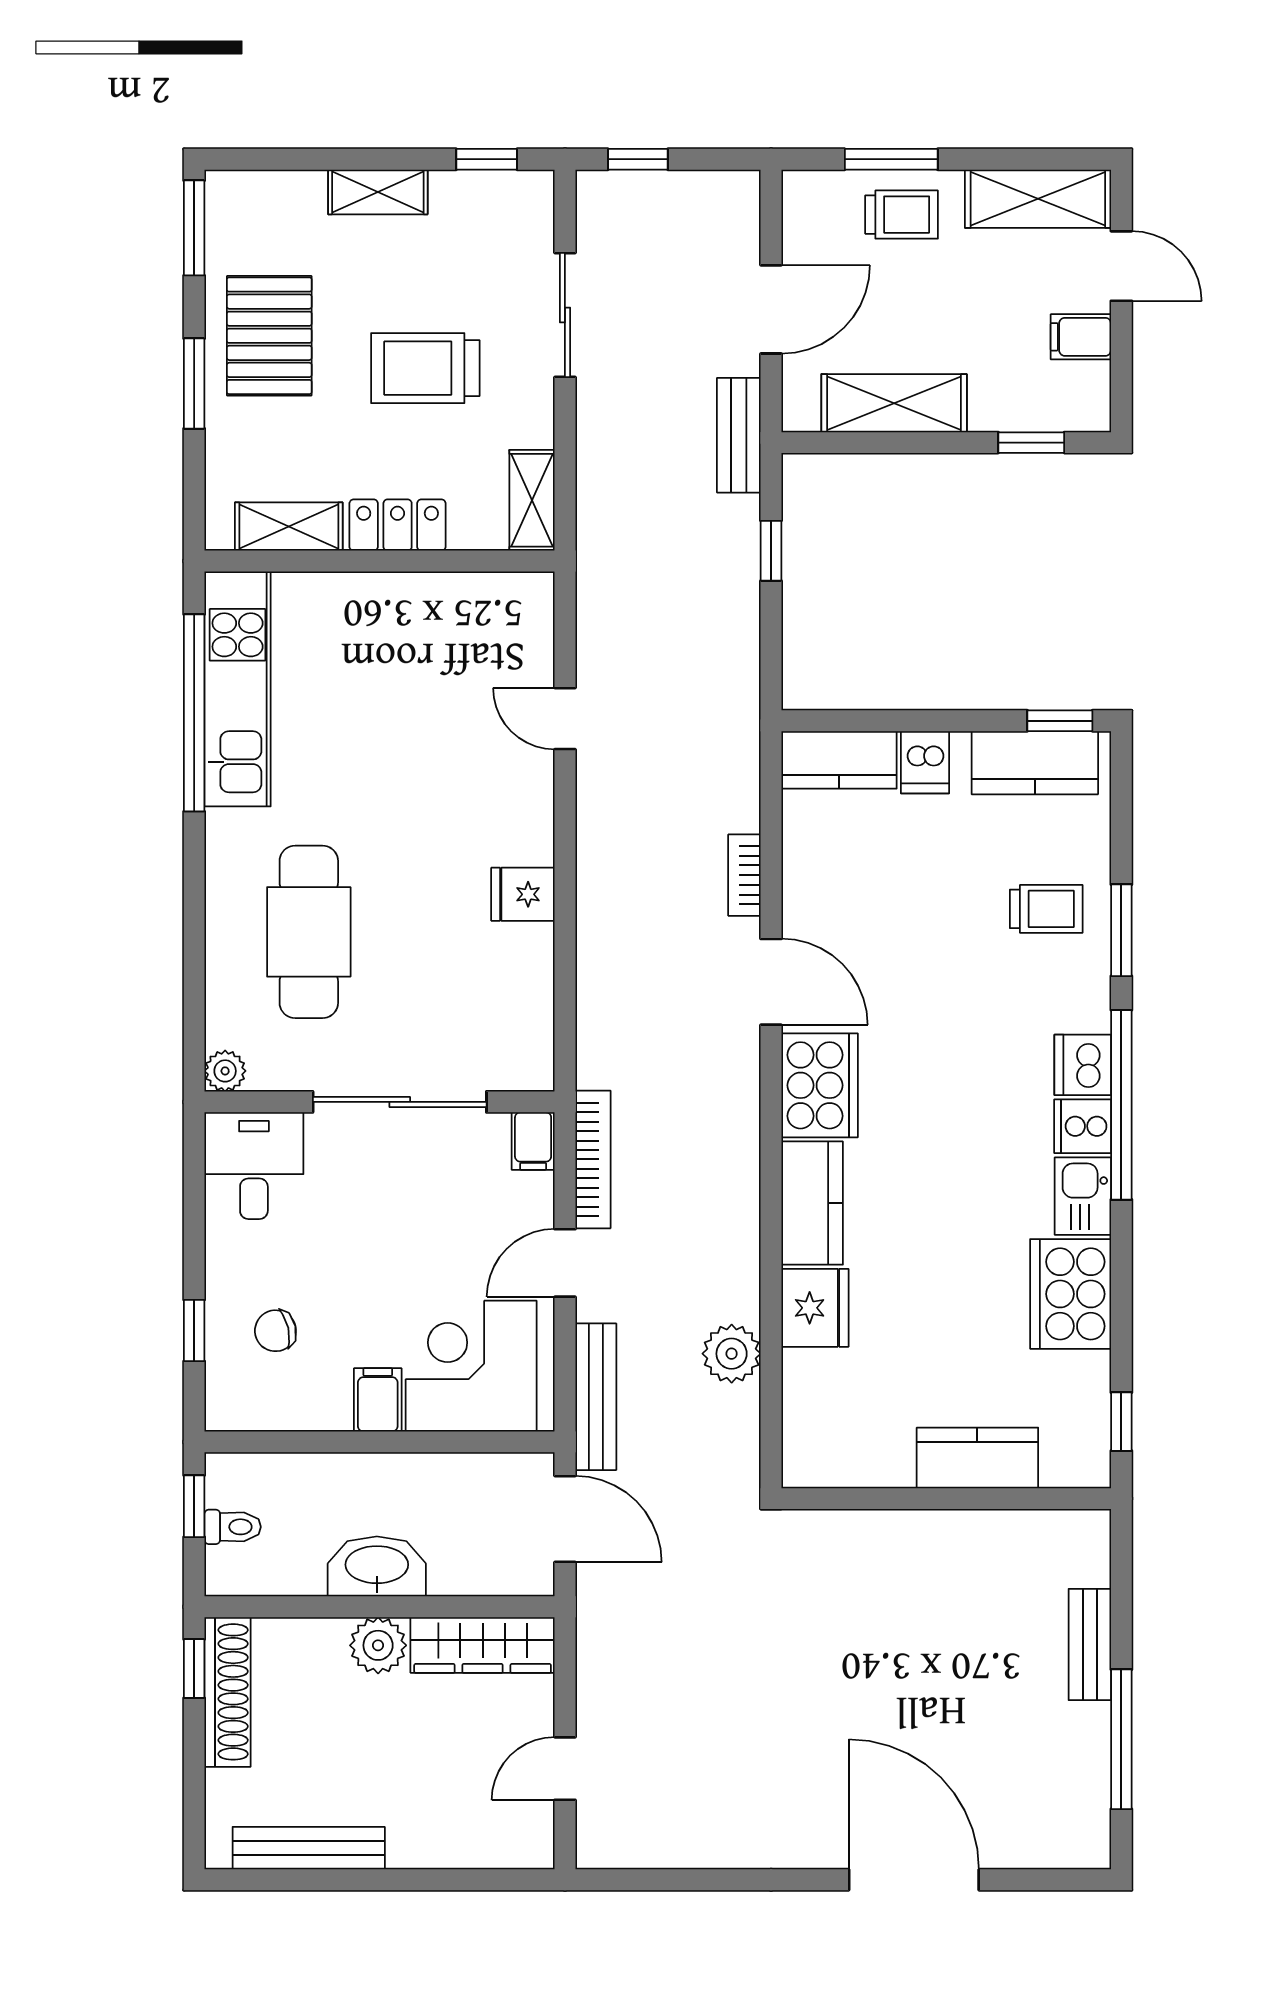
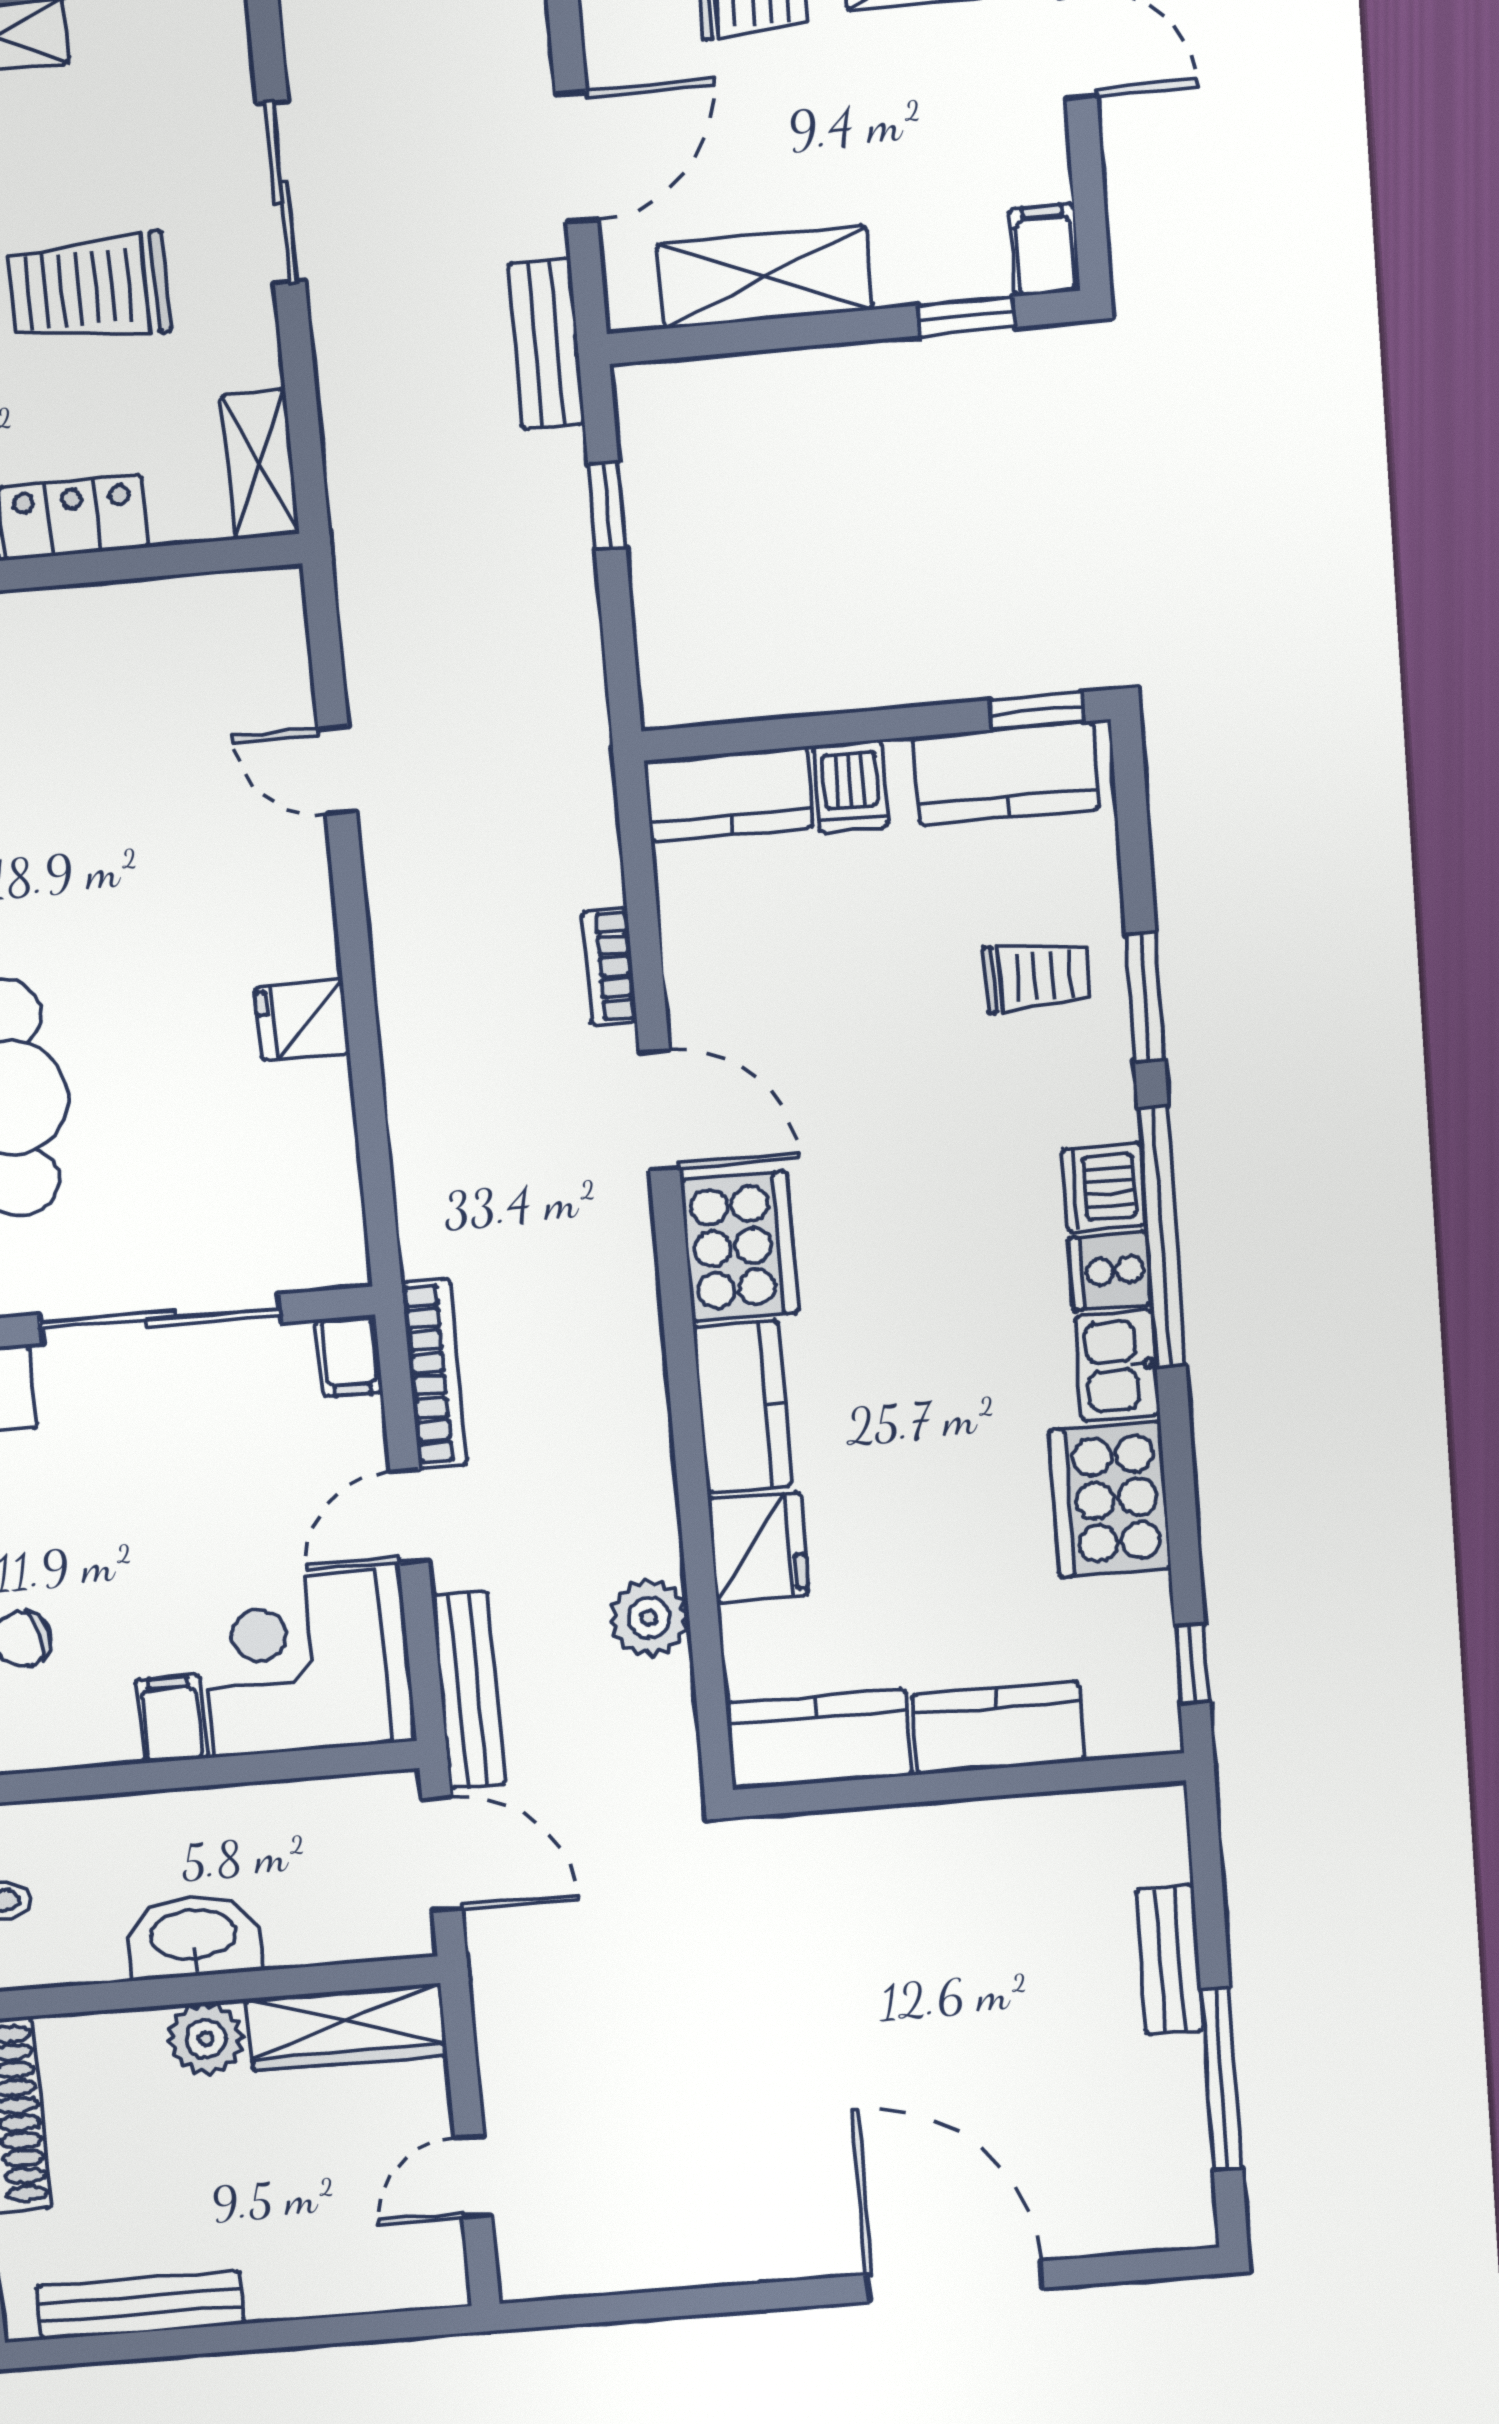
filing cabinet: (1081, 337) -> (1045, 250), moved, turned 90
kitchen counter: (847, 1455) -> (819, 1740), added

